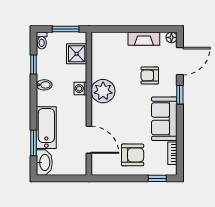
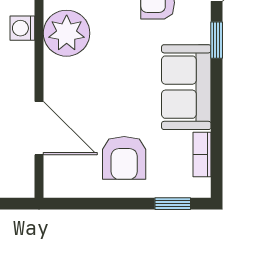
armchair: (133, 155) -> (124, 158), turned 90

